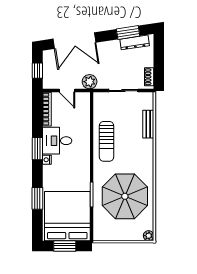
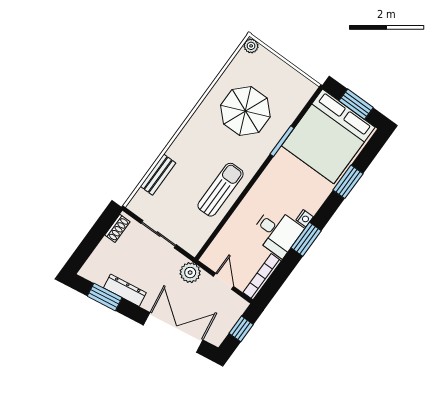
dresser: (135, 42) -> (125, 290), moved
parasol: (125, 196) -> (245, 111), width x0.73, depth x0.73

